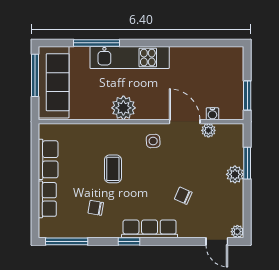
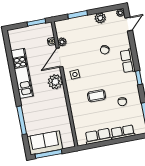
kitchen unit: (130, 58) -> (22, 73), moved
sofa: (54, 82) -> (45, 143), width x0.73
plant: (123, 108) -> (55, 82), moved
plant: (235, 174) -> (100, 18), moved
row of seats: (150, 229) -> (128, 61), width x0.68

